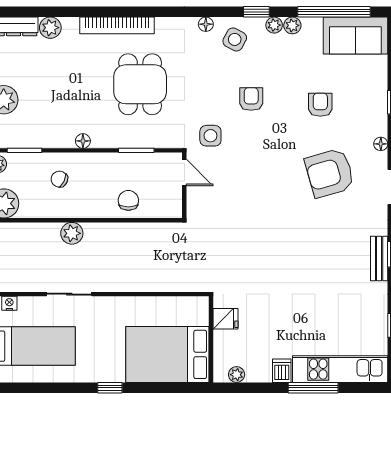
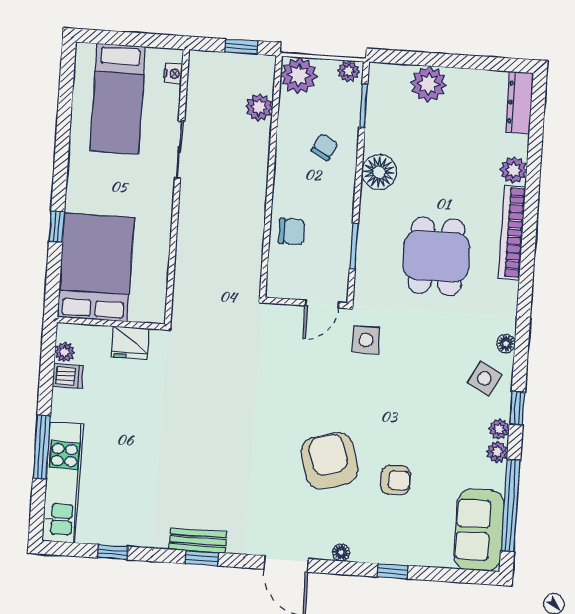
plant: (50, 28) -> (514, 170), moved
dining table: (140, 84) -> (436, 256), turned 90
armchair: (251, 99) -> (408, 394), removed
floor lamp: (83, 141) -> (379, 172), width x1.89, depth x1.89
armchair: (330, 173) -> (329, 461), moved
plant: (72, 233) -> (259, 107), moved
fridge: (225, 319) -> (130, 343), width x1.38
dishwasher: (282, 371) -> (68, 376), moved
window: (110, 388) -> (57, 226), moved

